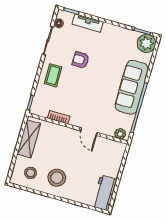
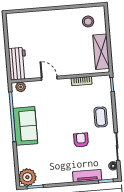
armchair: (81, 60) -> (81, 140), turned -90
sofa: (132, 87) -> (25, 126), width x0.73
stool: (57, 178) -> (63, 26), removed
workbench: (104, 193) -> (18, 64), moved

